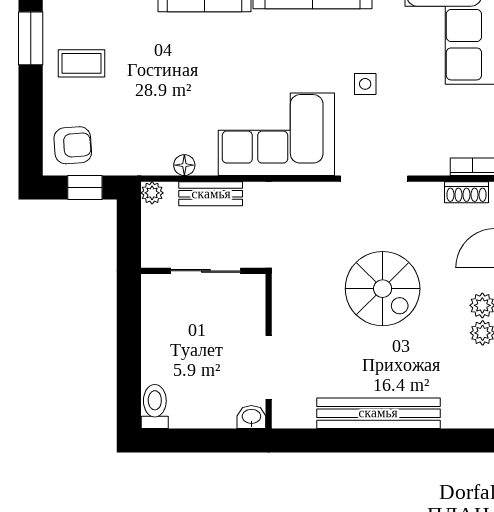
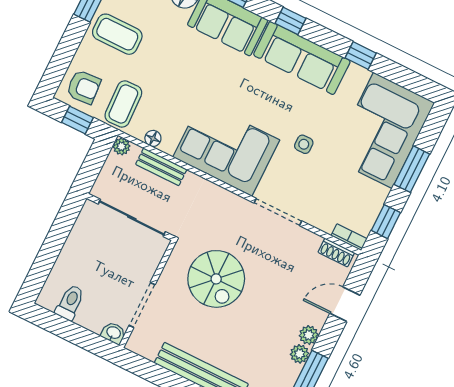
coffee table: (82, 63) -> (117, 34), width x1.36, depth x1.30
coffee table: (129, 142) -> (123, 104), added
sliding door: (206, 271) -> (132, 218), width x1.37
spiral stairs: (383, 289) -> (216, 279), moved
toilet: (155, 407) -> (70, 303), moved

